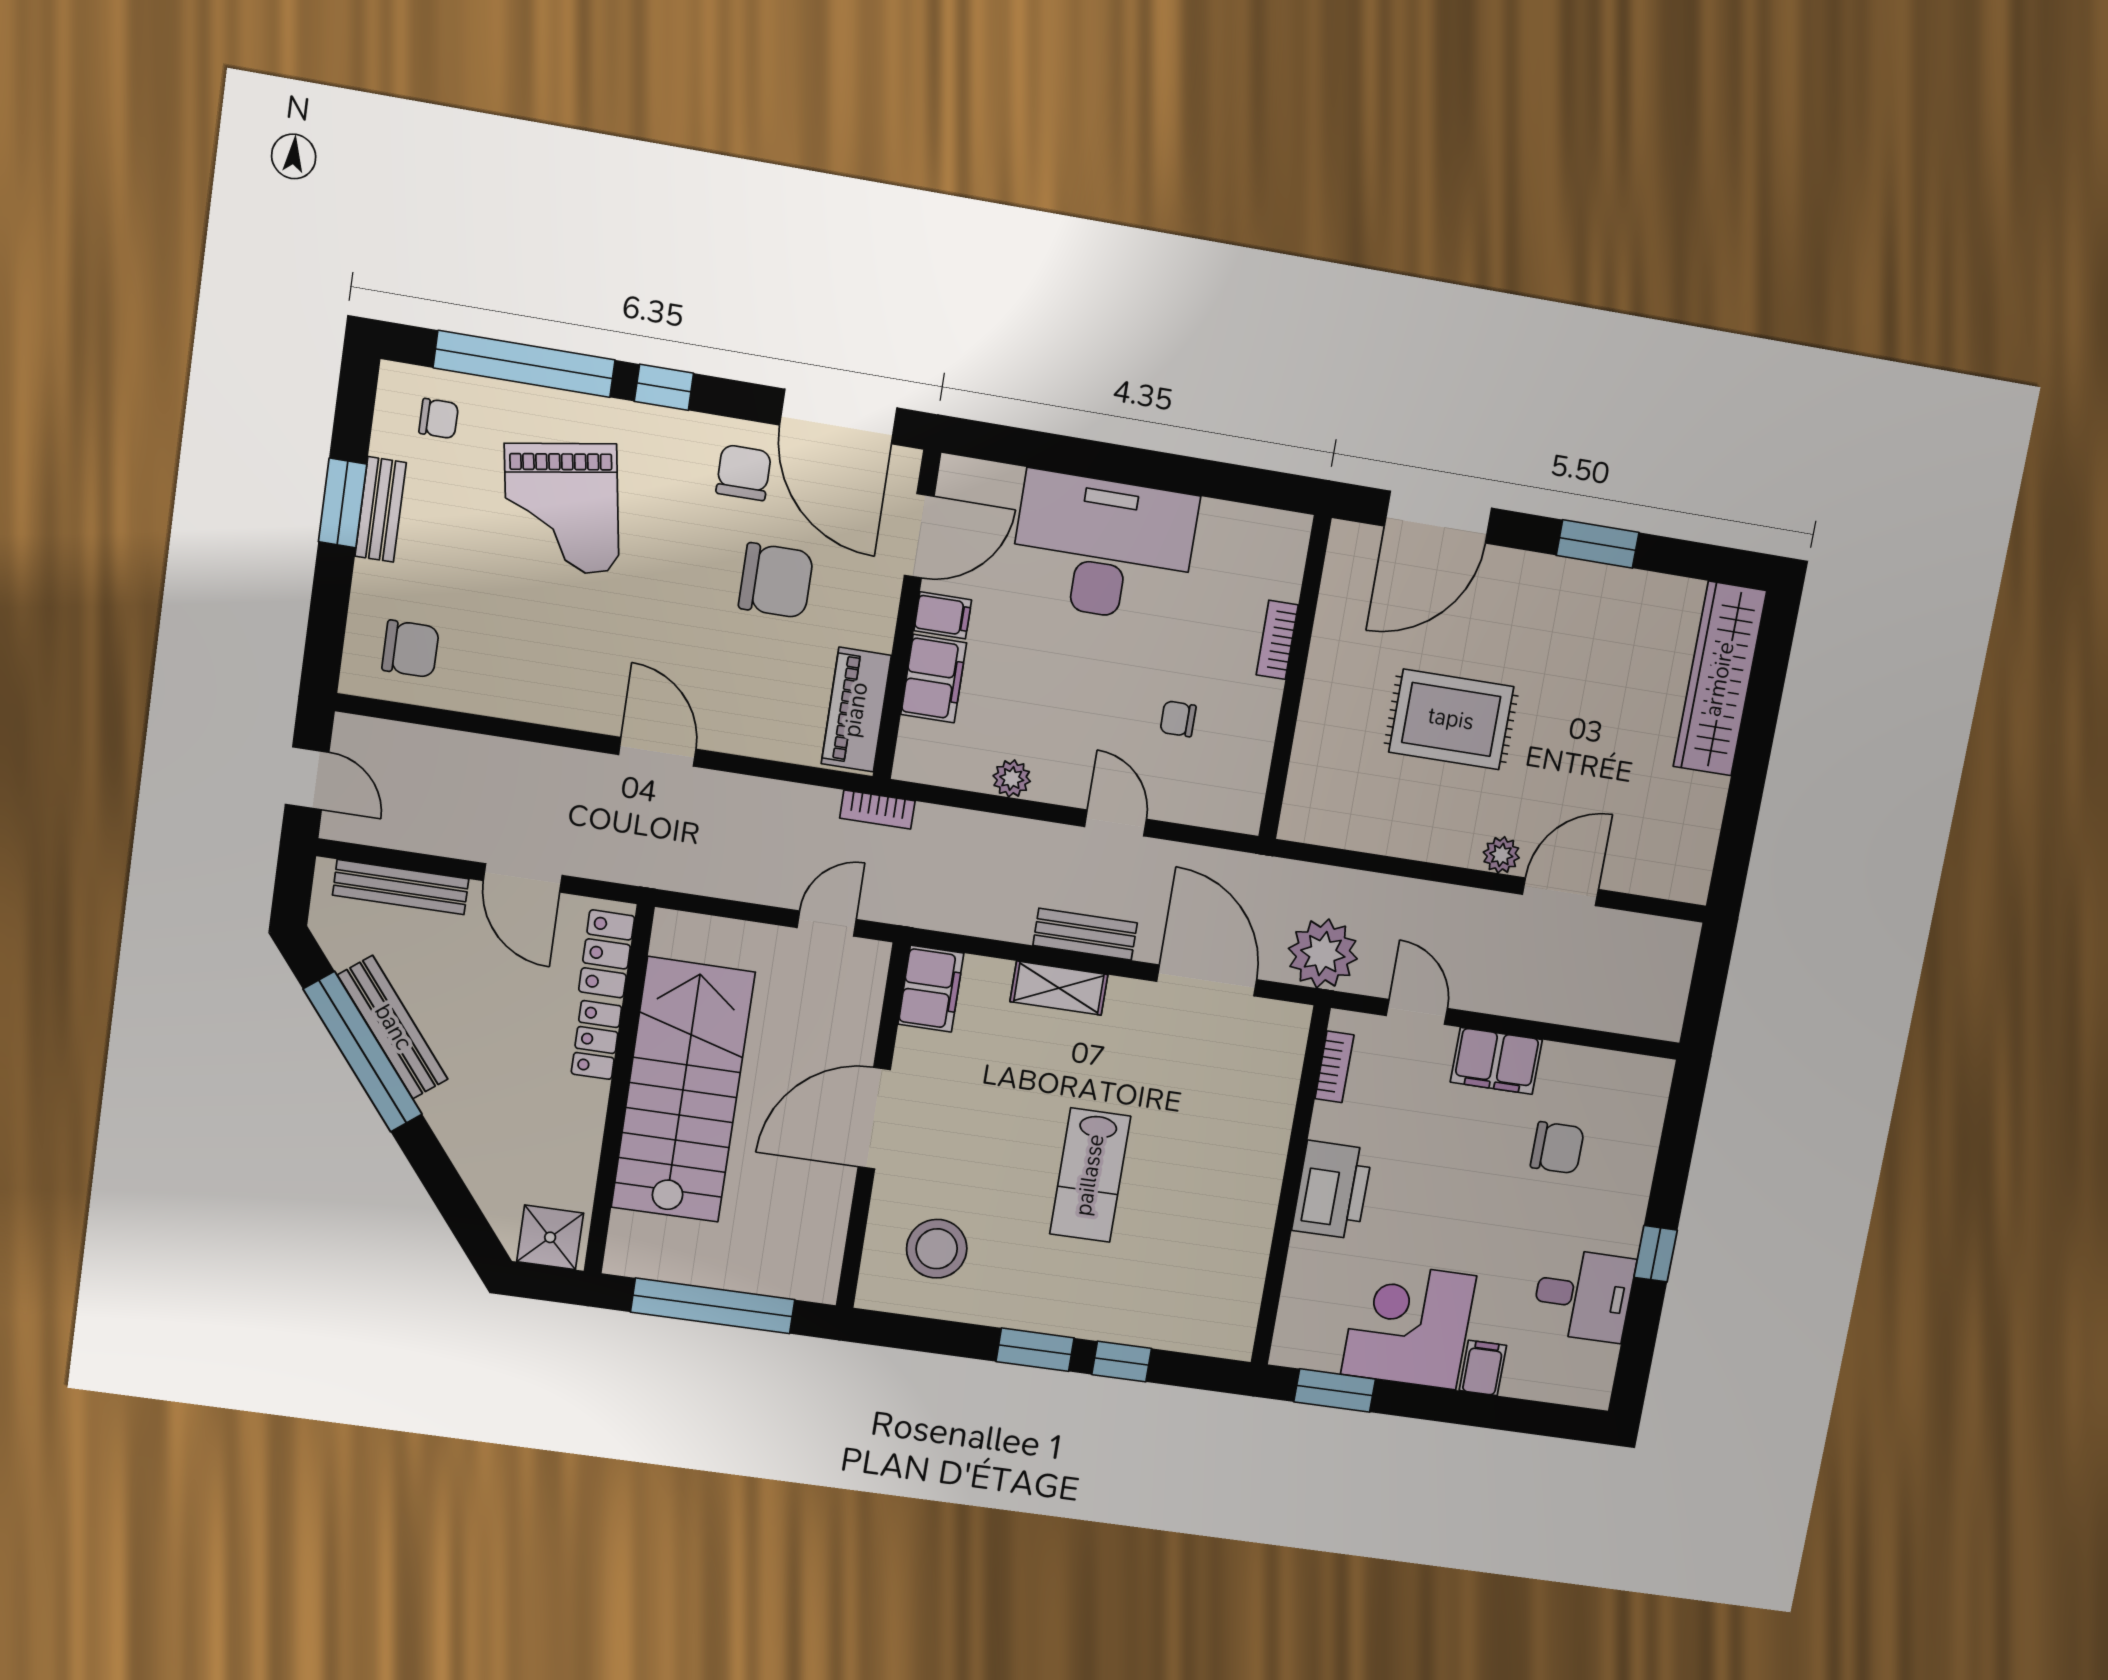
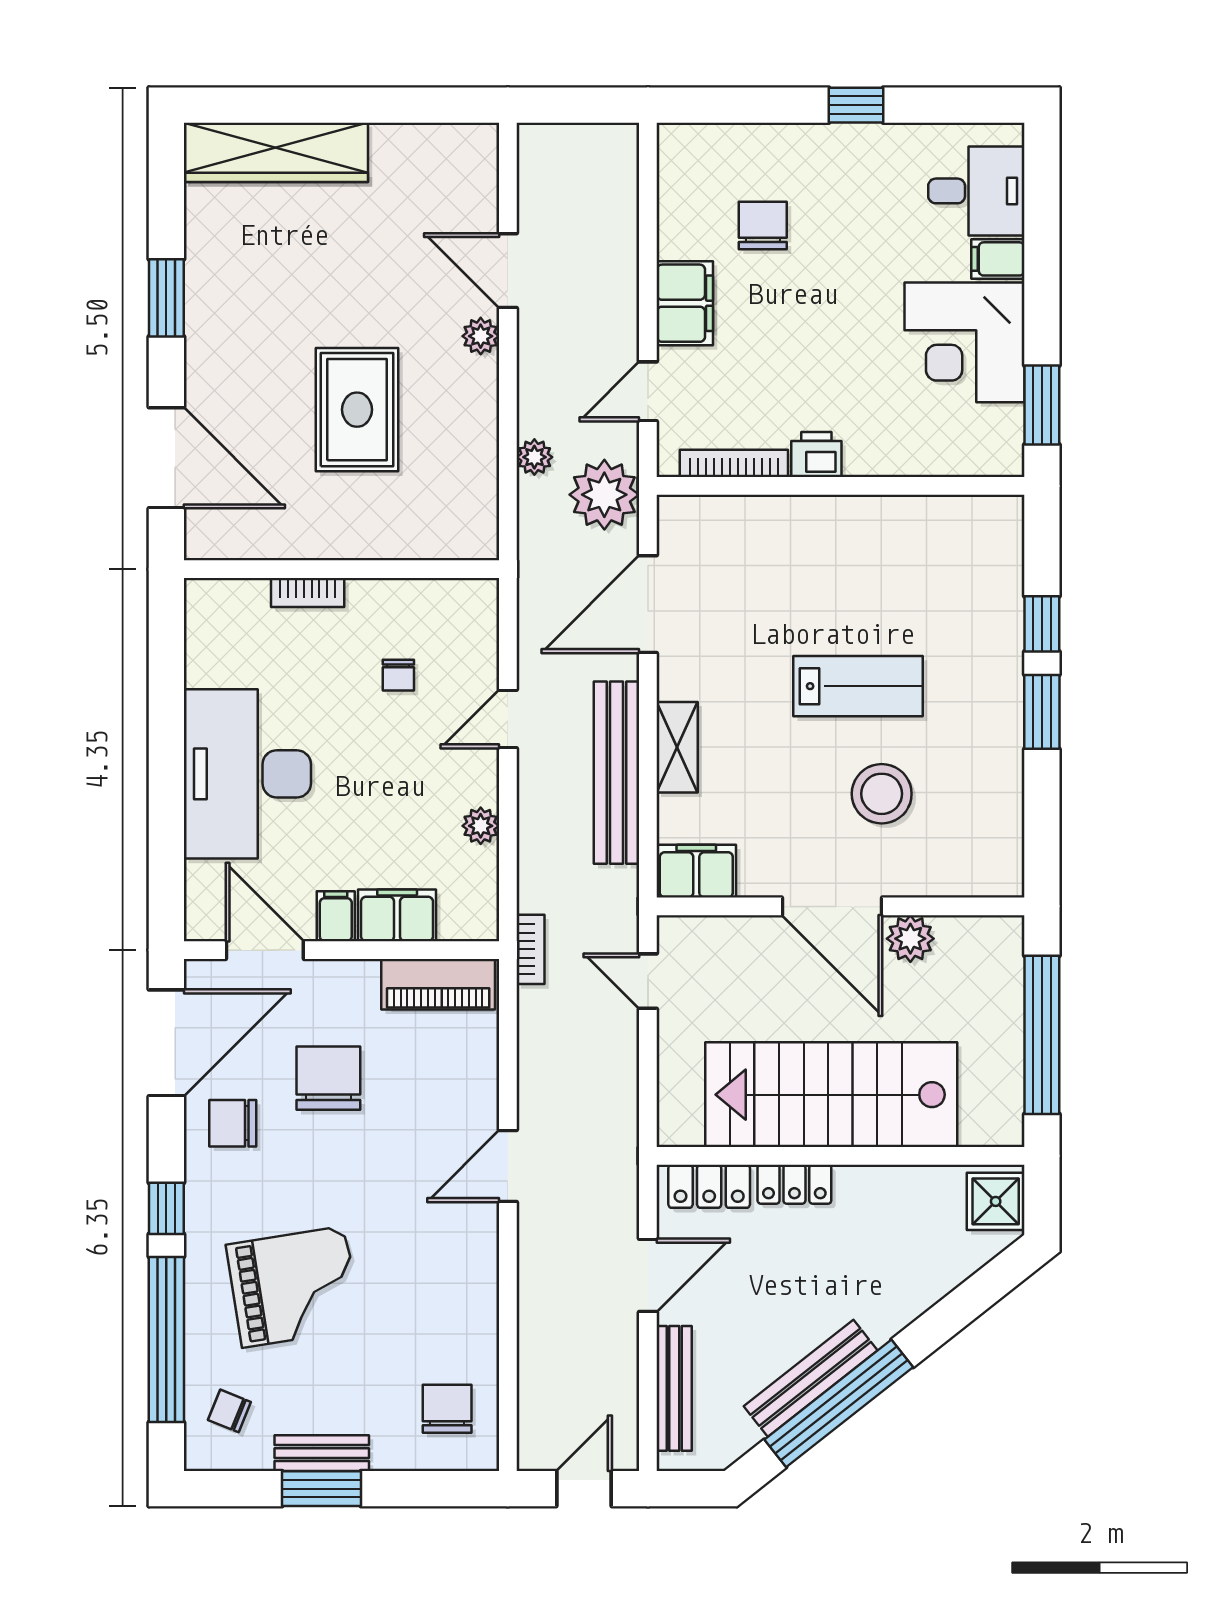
chair: (439, 419) -> (229, 1411), turned -68
plant: (1372, 890) -> (534, 457), added
bench: (1085, 934) -> (616, 773), width x1.86, depth x1.21
bookcase: (1334, 1067) -> (734, 463), width x1.56
printer: (1332, 1190) -> (816, 455), width x0.53, depth x0.68
plant: (830, 1191) -> (910, 939), added
stool: (937, 1249) -> (882, 794), moved
desk: (1583, 1295) -> (976, 191), moved, turned 90

